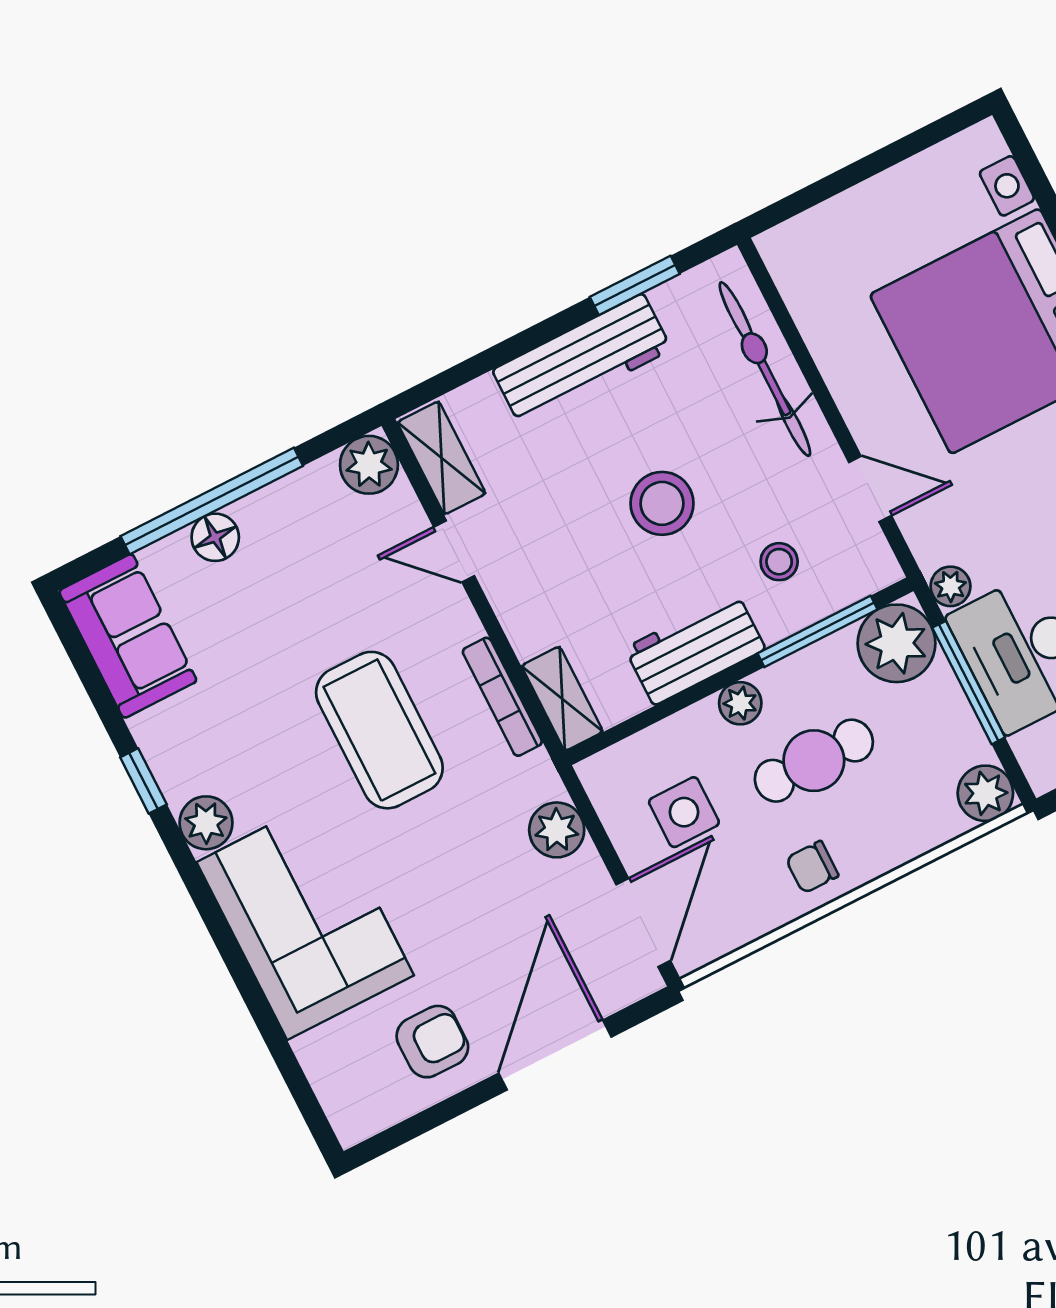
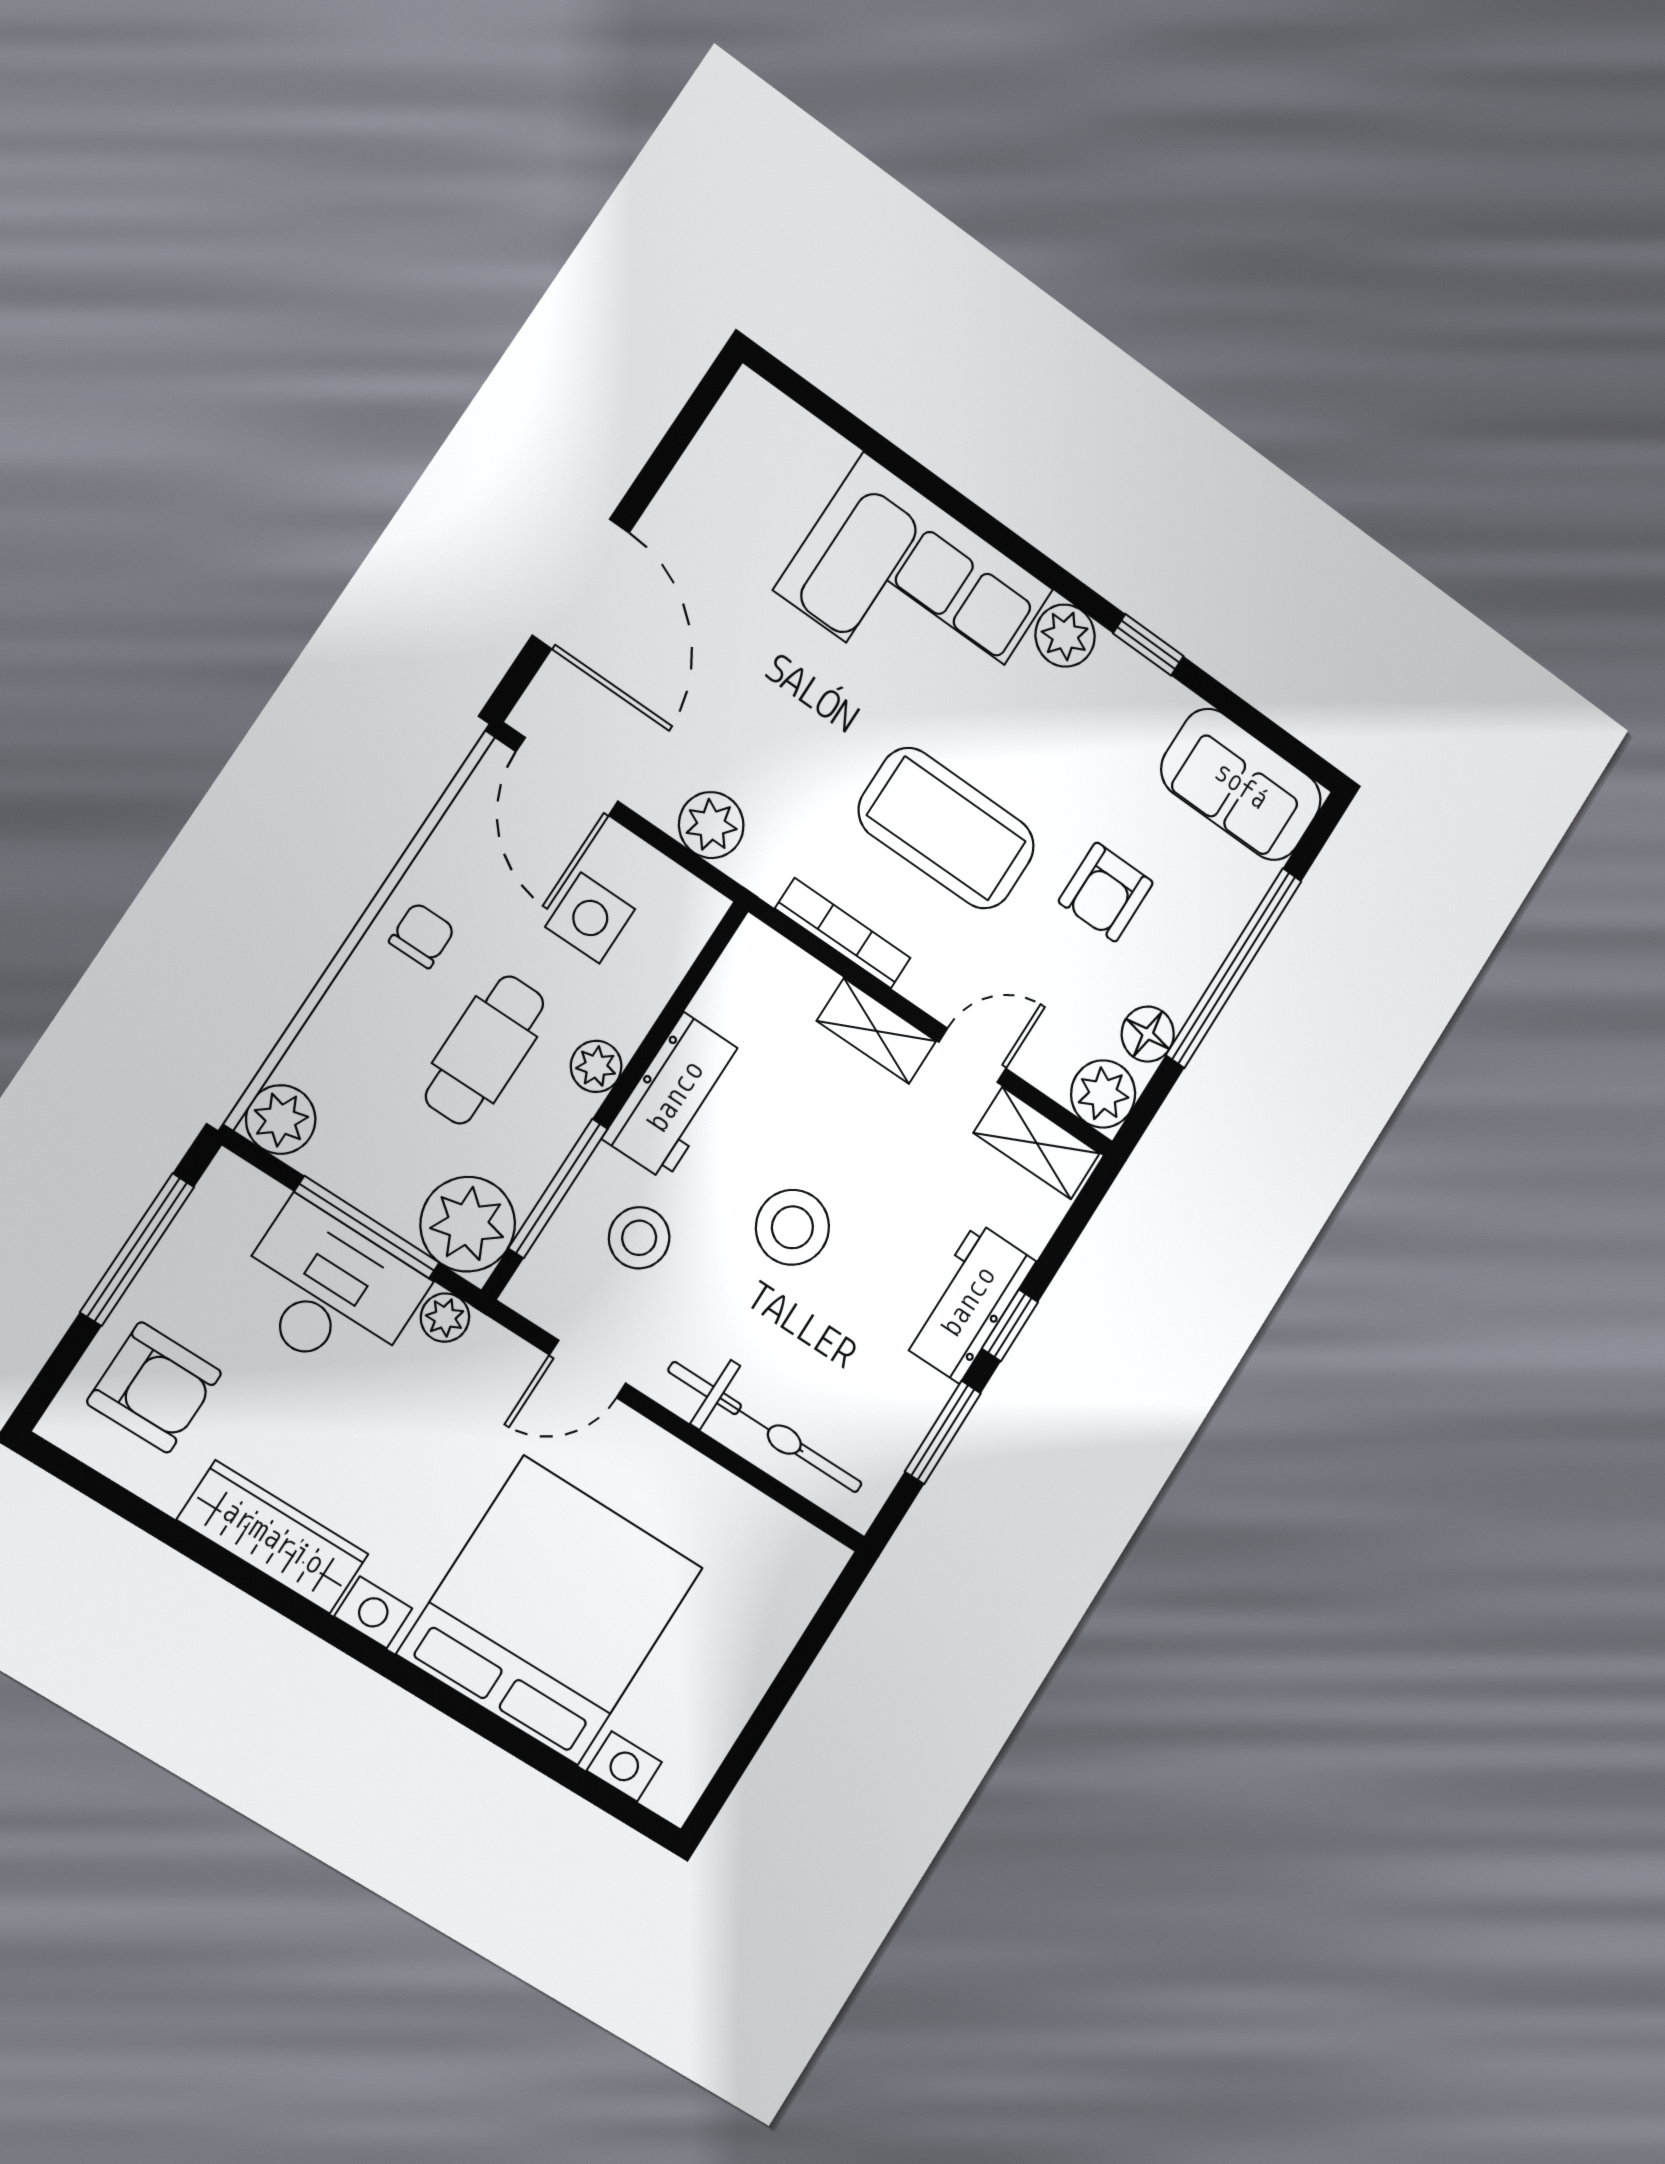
window: (539, 334) -> (1010, 1325), added
workbench: (582, 360) -> (968, 1302), width x0.73
floor lamp: (215, 537) -> (1148, 1034), moved
stool: (779, 562) -> (639, 1238), width x1.37, depth x1.37
shelving: (562, 699) -> (877, 1031), moved
armchair: (432, 1042) -> (1106, 892), moved

